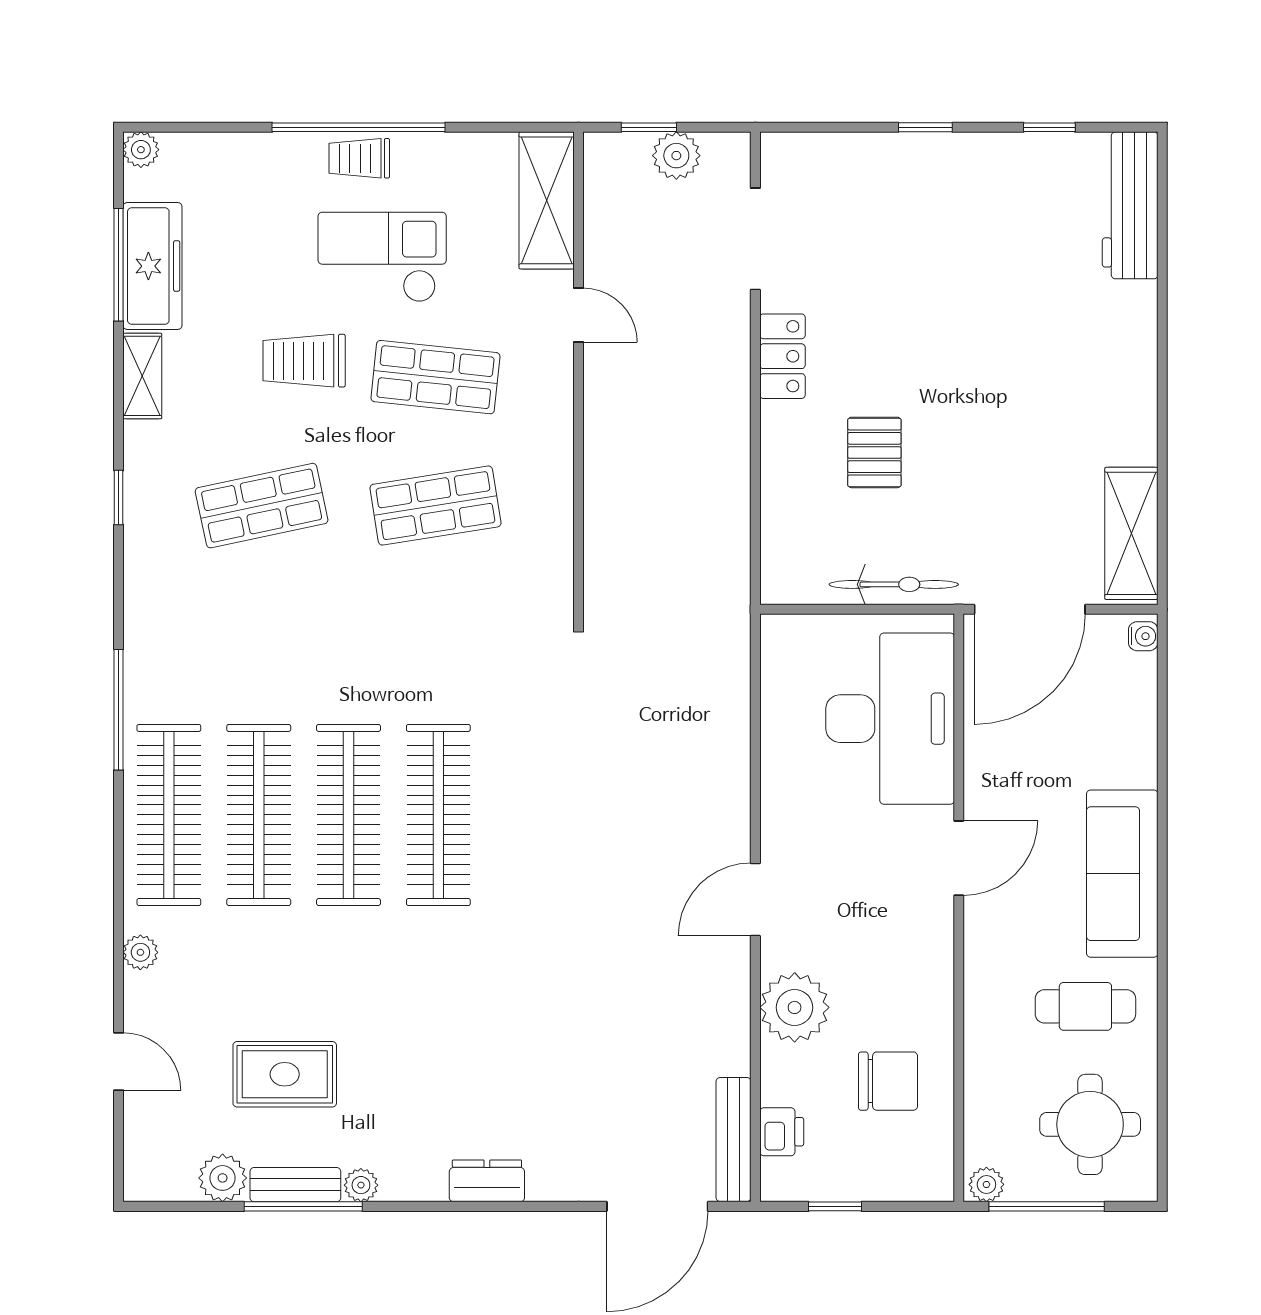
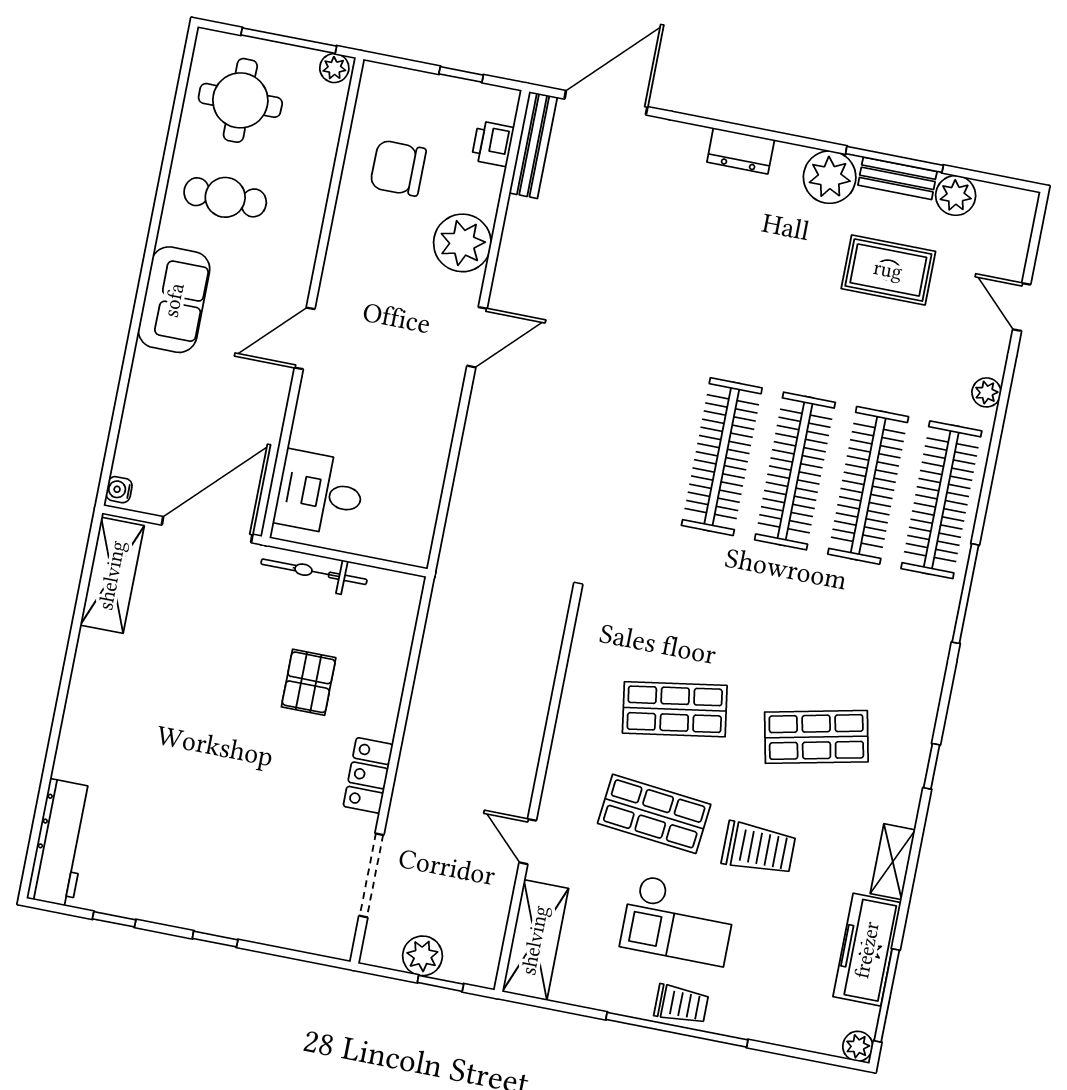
window: (119, 265) -> (887, 995), moved
desk: (890, 719) -> (320, 493), width x0.53, depth x0.77
sofa: (1122, 874) -> (174, 300), width x0.73
plant: (361, 1185) -> (830, 177), width x1.88, depth x1.88

